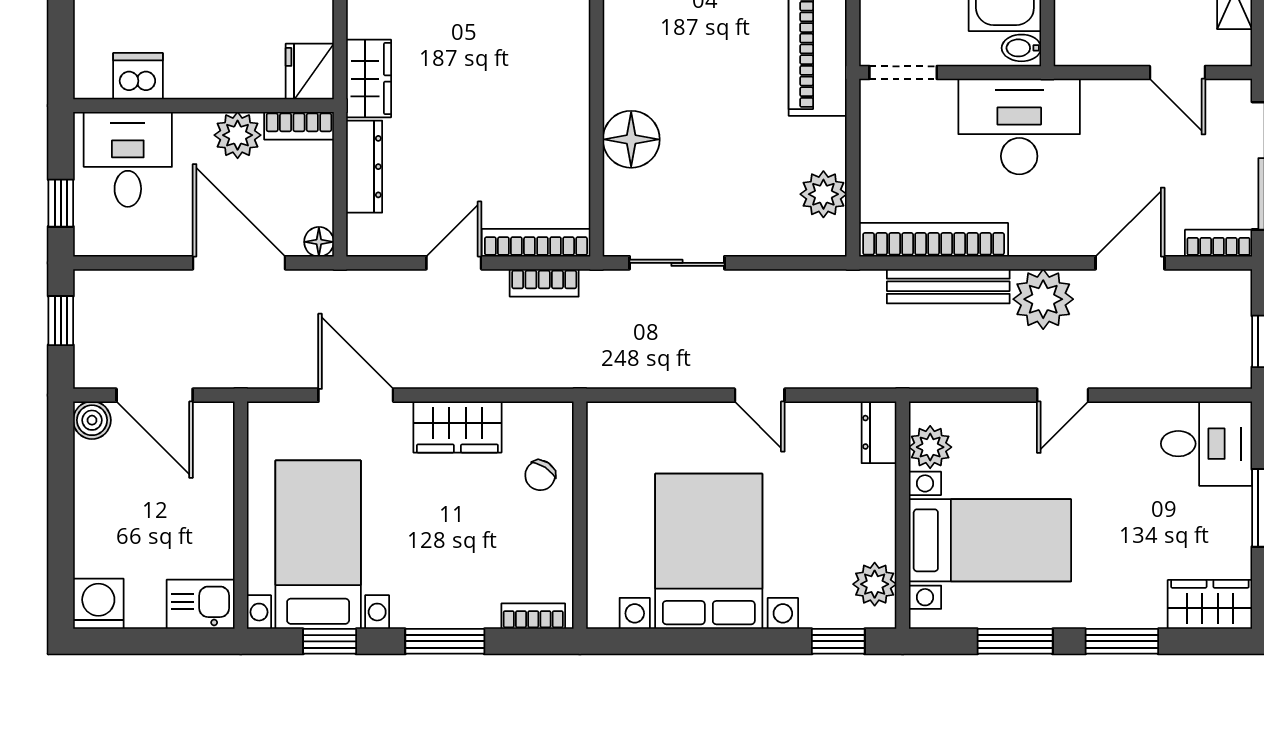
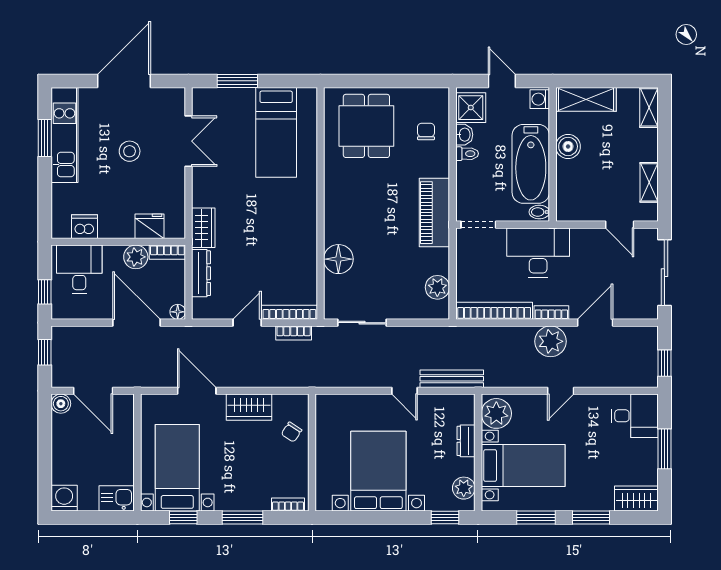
fridge: (310, 71) -> (150, 226), moved, turned 90
bookcase: (1219, 243) -> (551, 313), moved
bench: (948, 286) -> (452, 379), moved
dresser: (879, 432) -> (466, 441), moved
plant: (930, 447) -> (496, 413), width x1.36, depth x1.36

